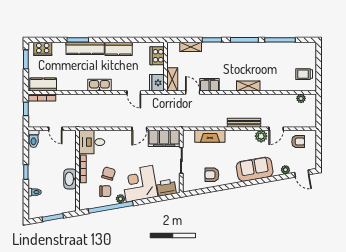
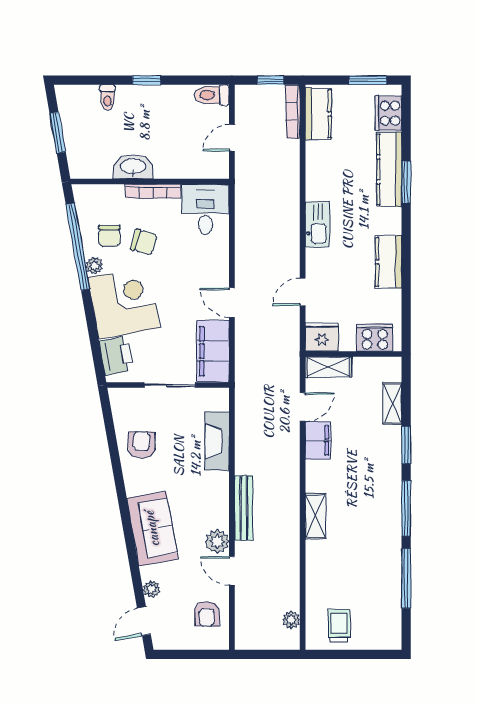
kitchen counter: (85, 48) -> (389, 169), moved

